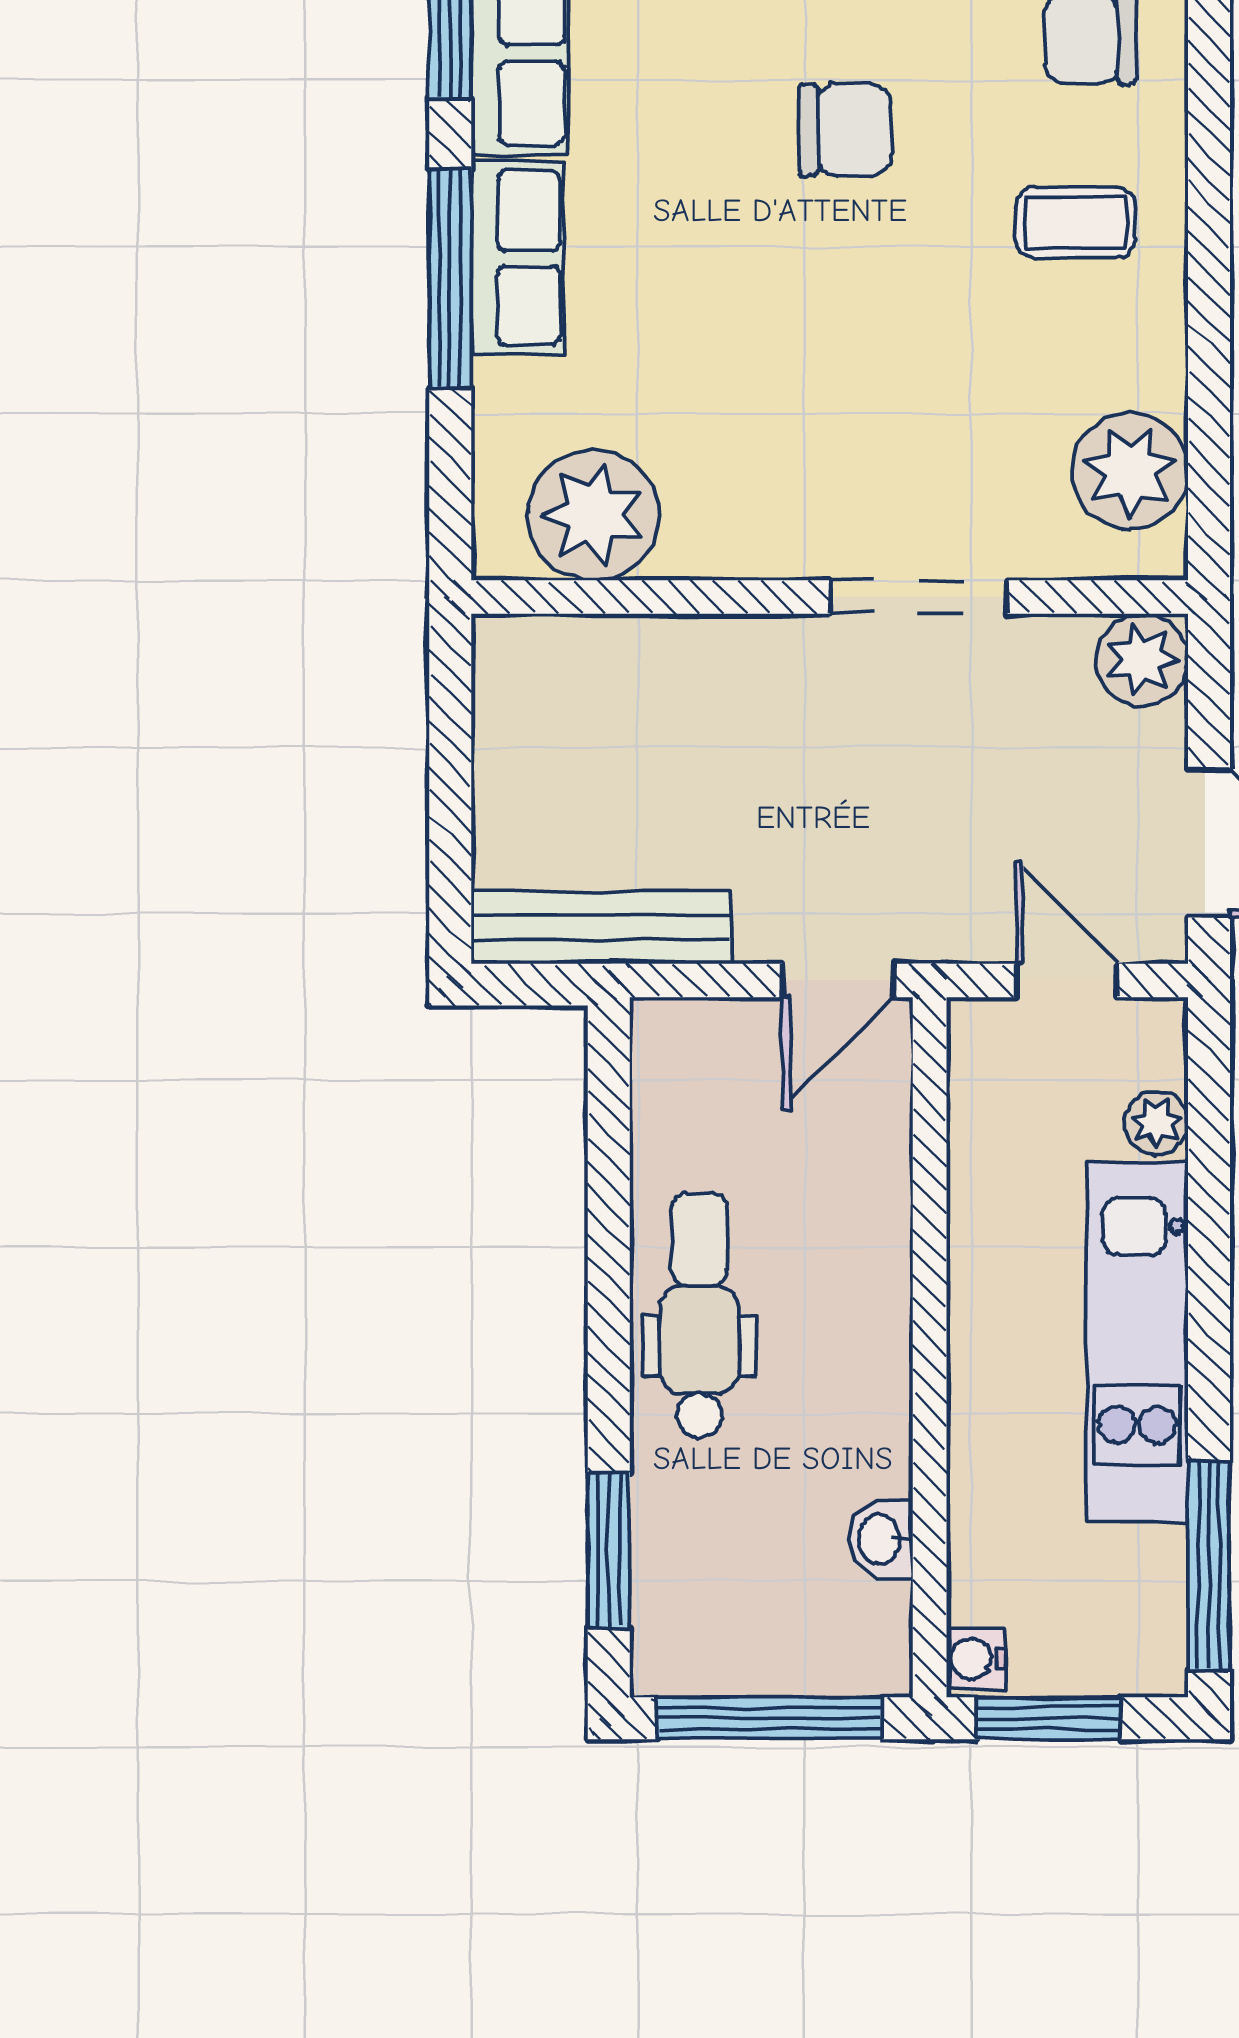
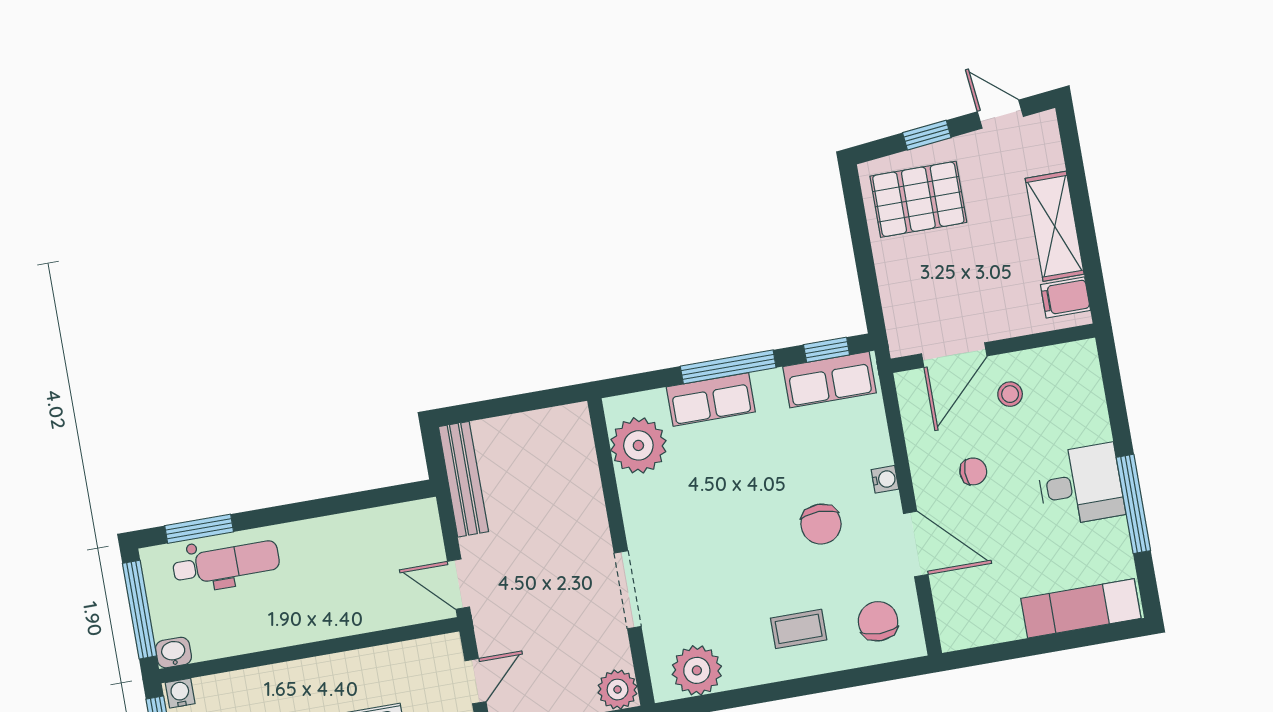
coffee table: (1076, 223) -> (799, 629), turned 90
row of seats: (517, 258) -> (711, 399), moved
dental chair: (699, 1315) -> (226, 563), moved
washbasin: (881, 1539) -> (173, 653), moved

